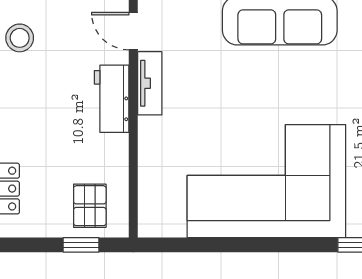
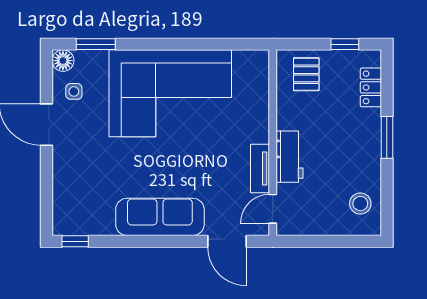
door: (133, 31) -> (273, 209), swing flipped
window: (81, 245) -> (345, 44), moved

